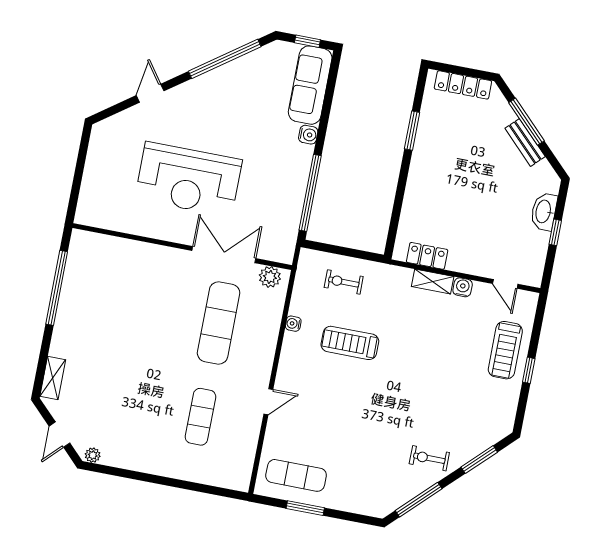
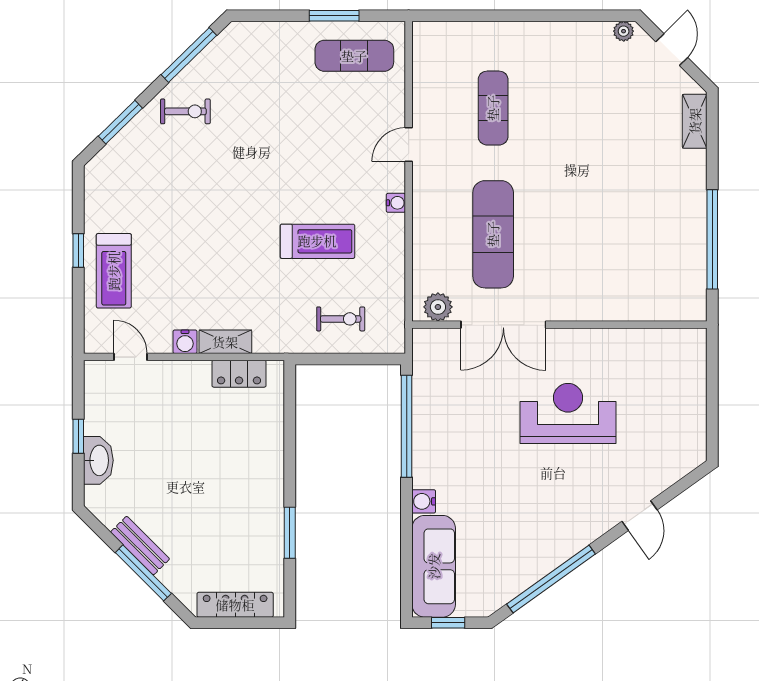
reception desk: (189, 179) -> (568, 413), width x0.74, depth x0.77
water cooler: (293, 324) -> (396, 203), moved
treadmill: (505, 350) -> (114, 271), turned 180

